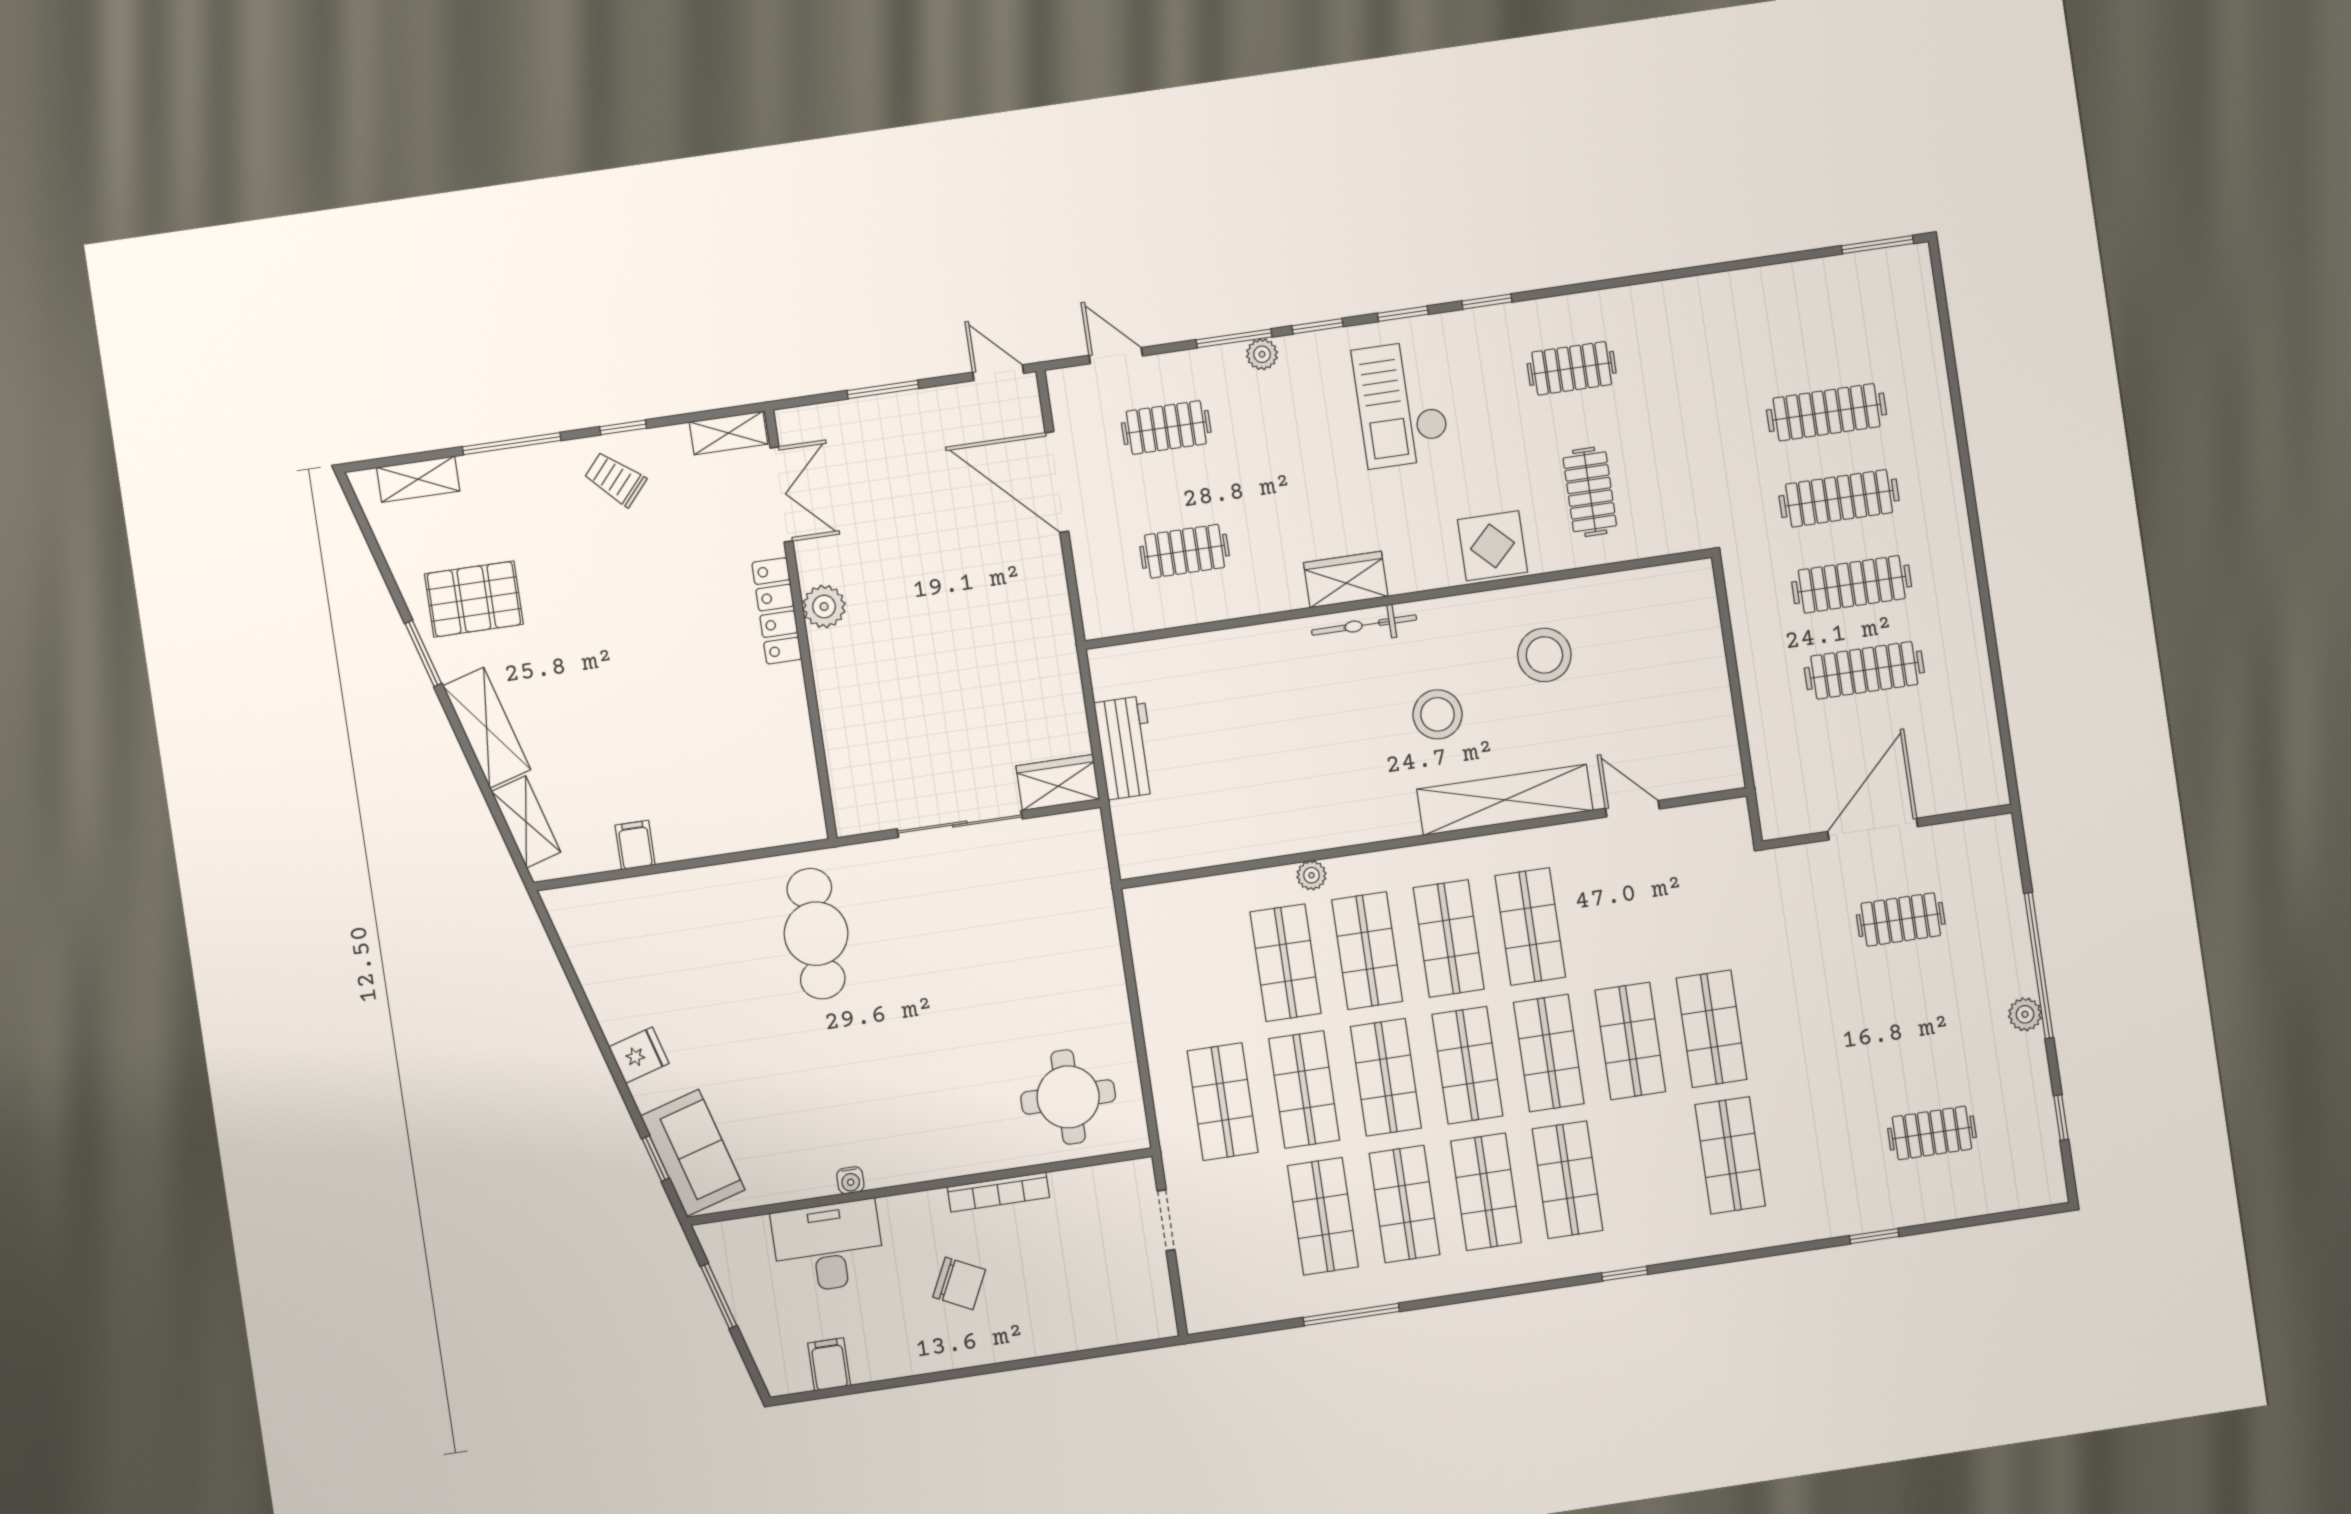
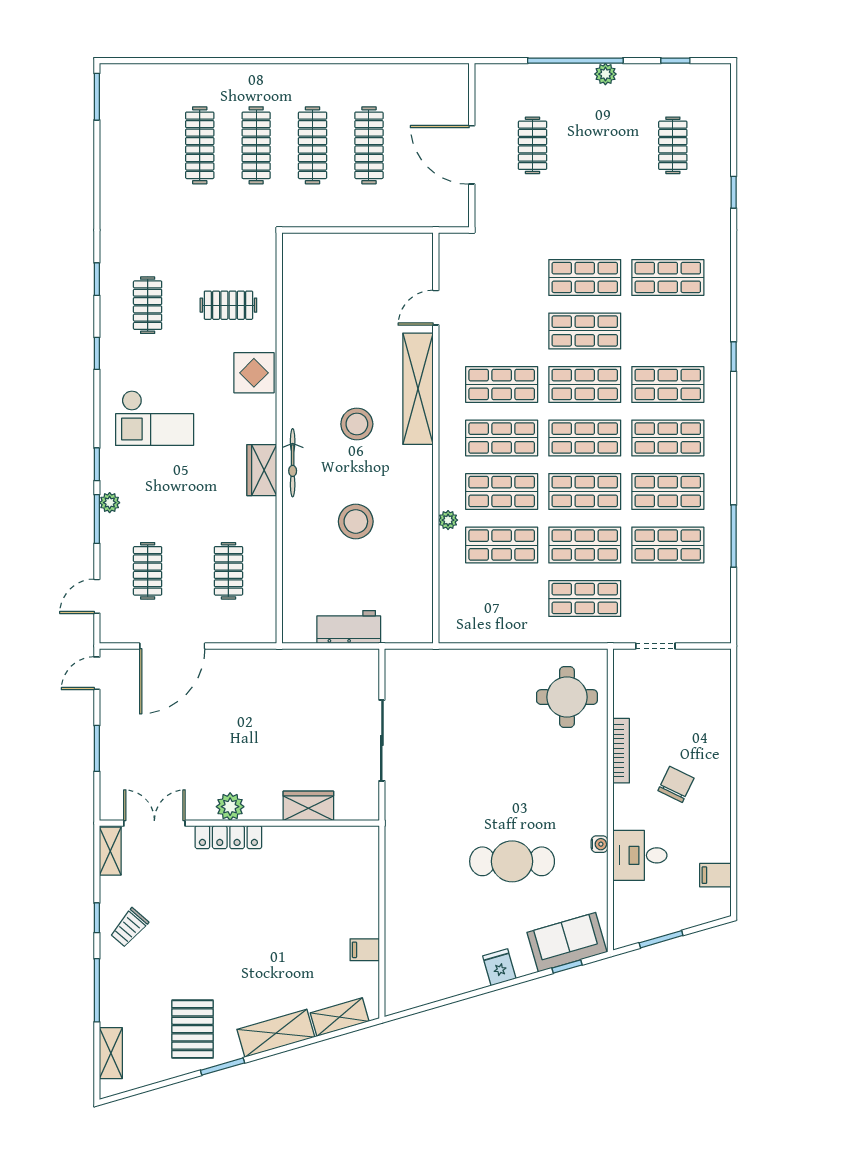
window: (1403, 314) -> (97, 279), moved
stool: (1544, 655) -> (356, 521), moved
wardrobe: (1058, 783) -> (308, 806), moved, turned 90
cafe table: (816, 934) -> (512, 861), moved
desk: (828, 1247) -> (640, 855), width x0.73

